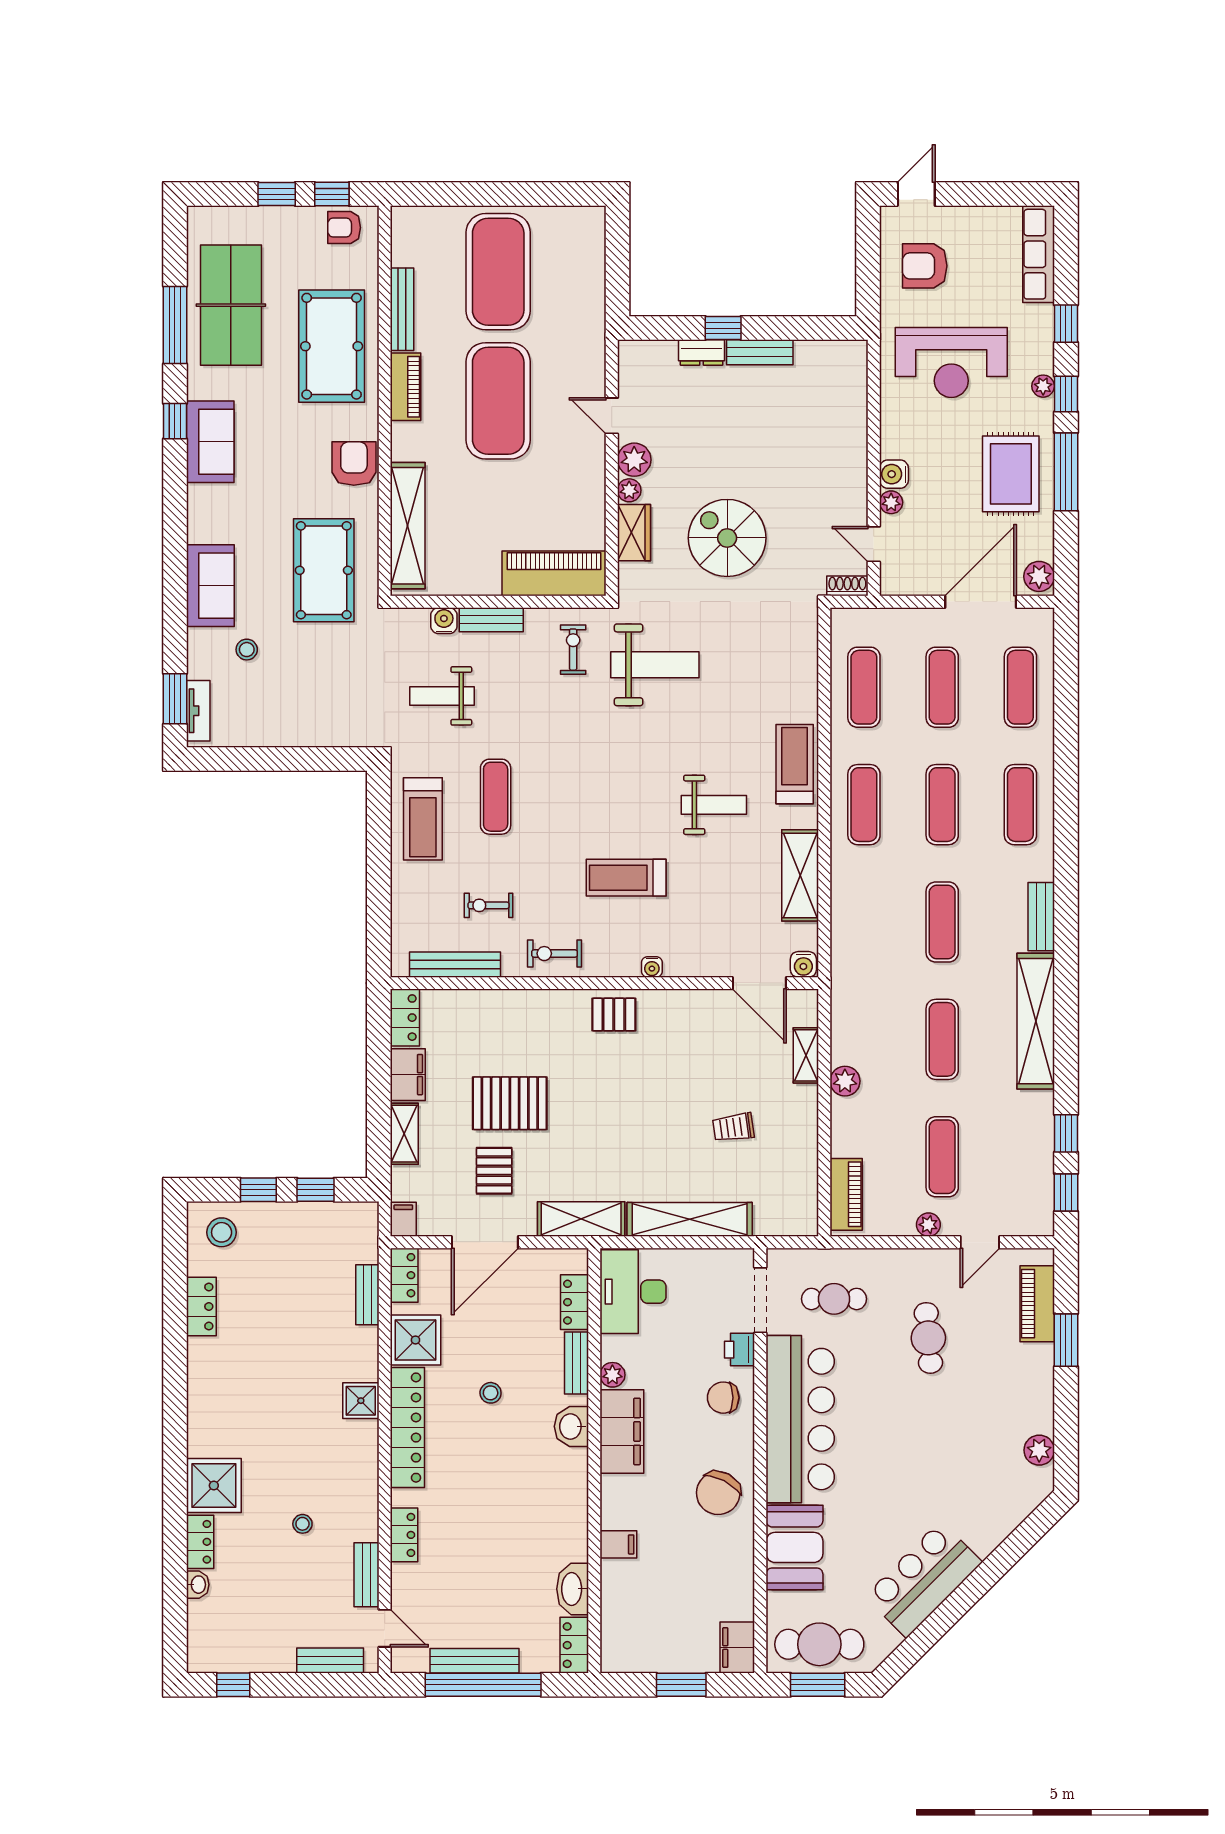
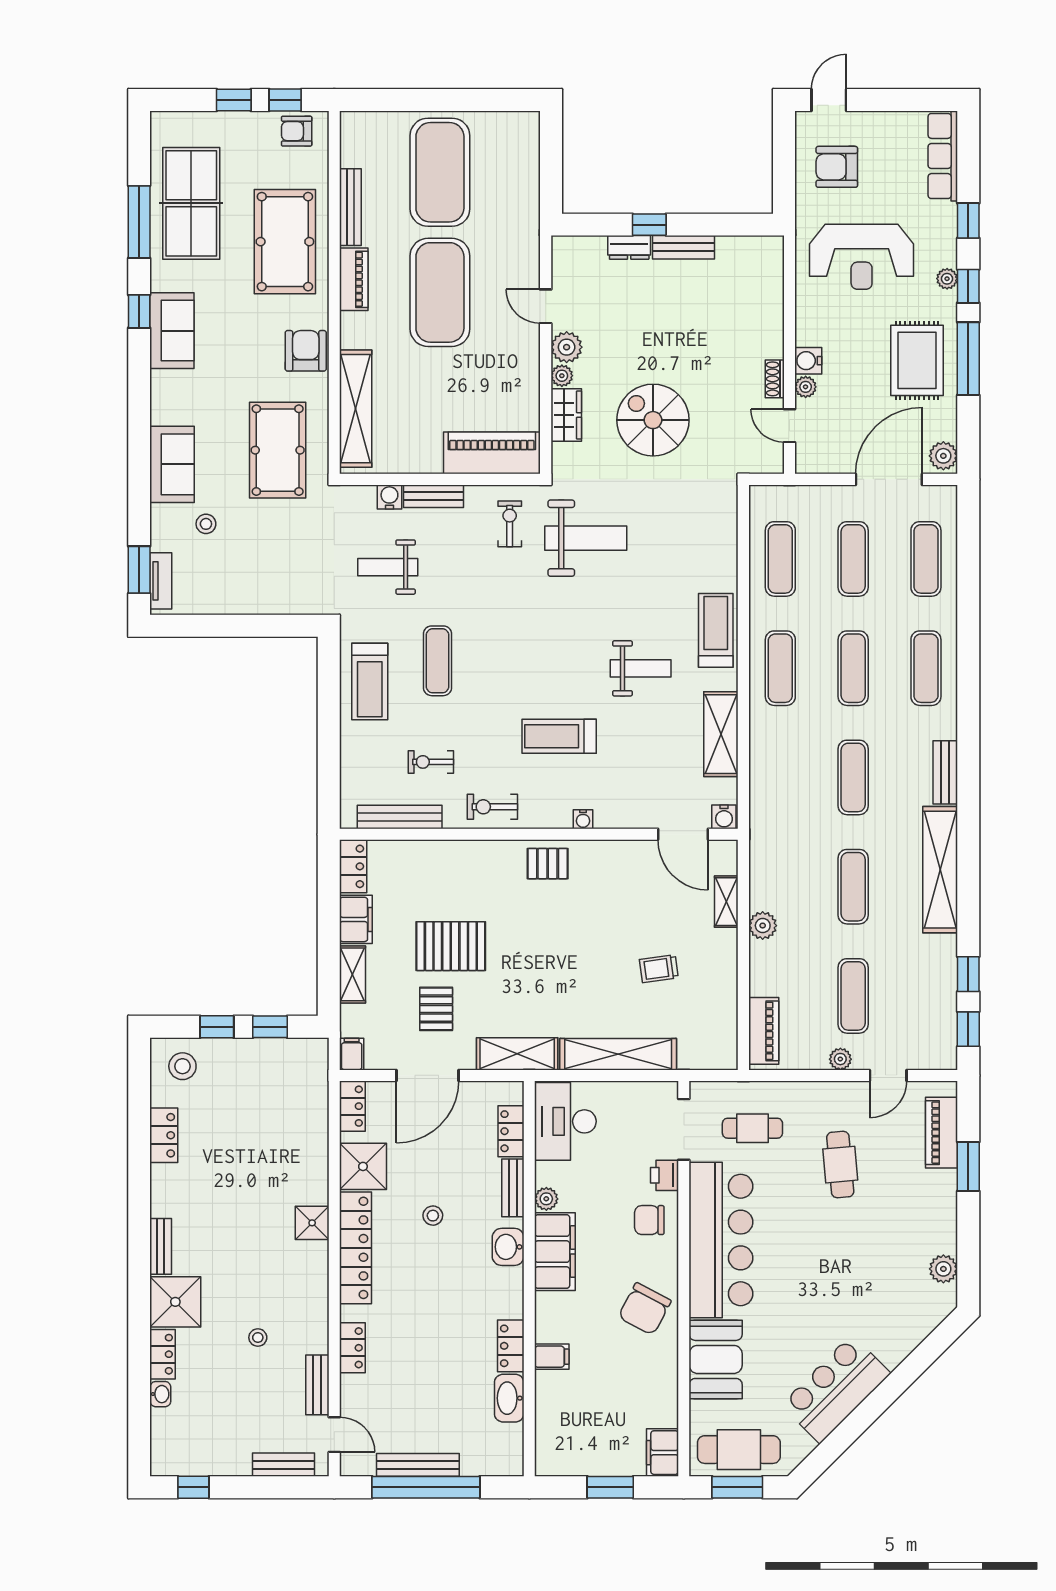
shoe rack: (847, 586) -> (775, 379), moved, turned -90
bench: (367, 1295) -> (161, 1246), moved
locker: (574, 1645) -> (511, 1346), moved

